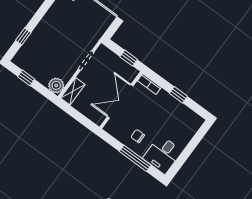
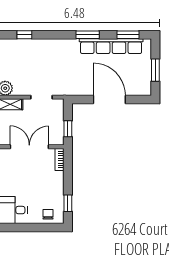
window: (178, 95) -> (68, 203), moved
chair: (138, 136) -> (48, 214), moved

